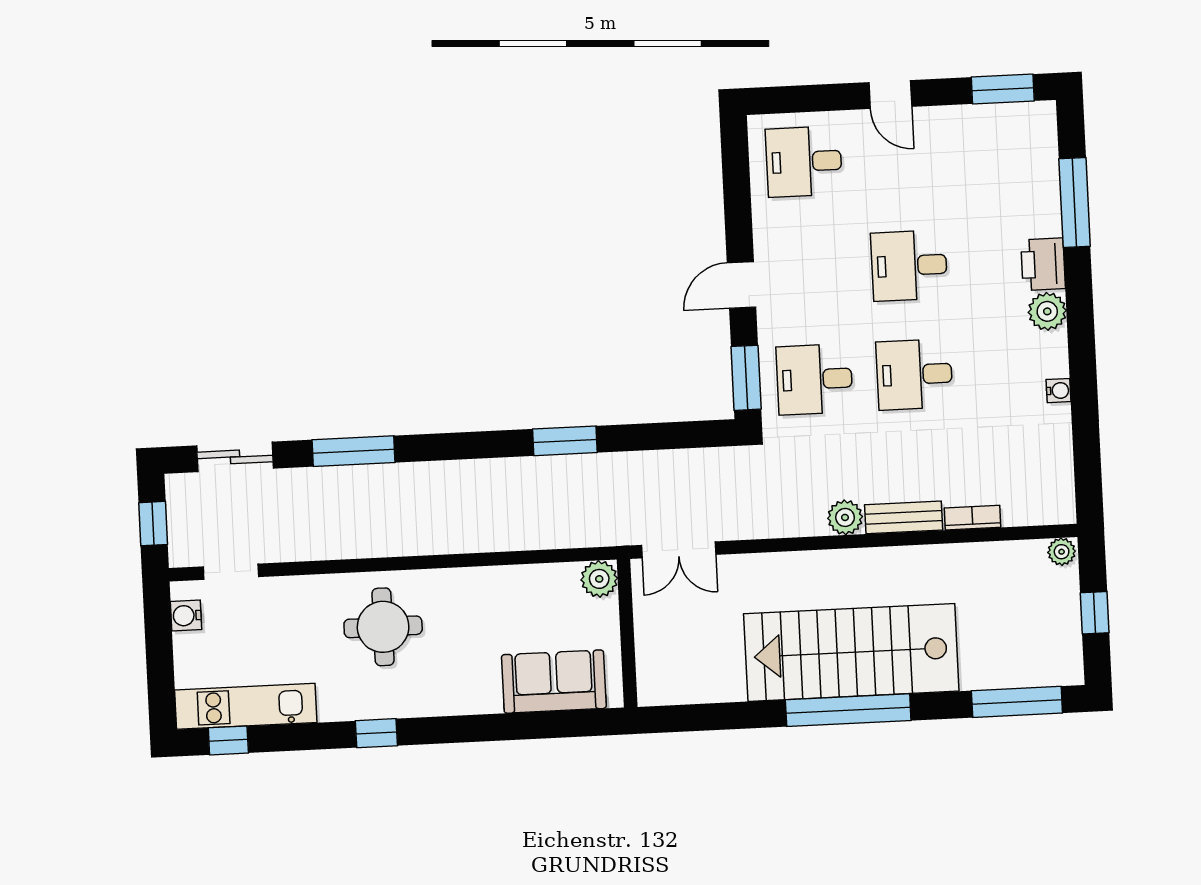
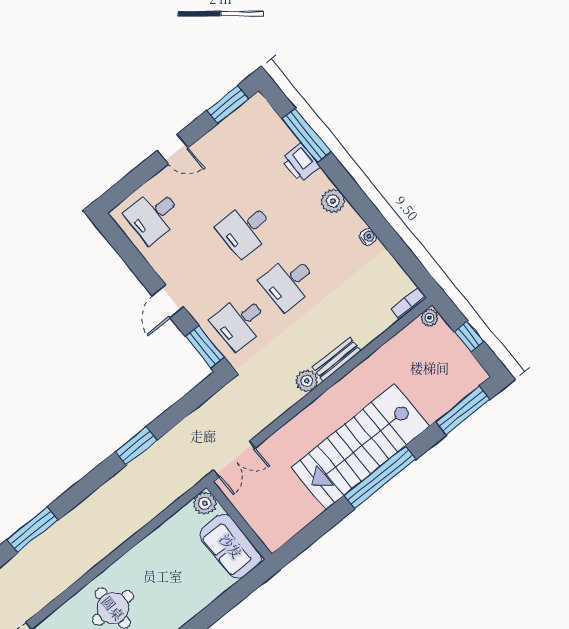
printer: (1043, 264) -> (301, 163), moved
bookcase: (972, 518) -> (409, 303), moved
sofa: (554, 682) -> (231, 546), moved, turned -90

